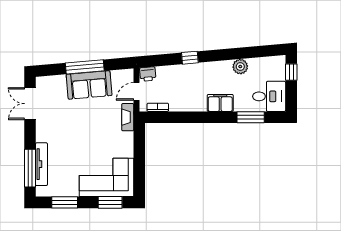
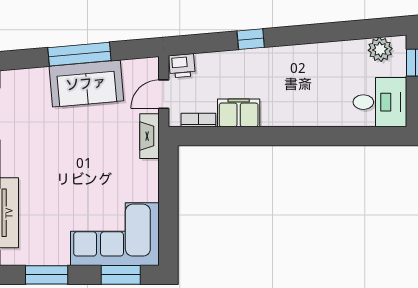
plant: (240, 67) -> (380, 49), moved
filing cabinet: (220, 103) -> (239, 113), moved
window: (251, 117) -> (350, 136), removed

